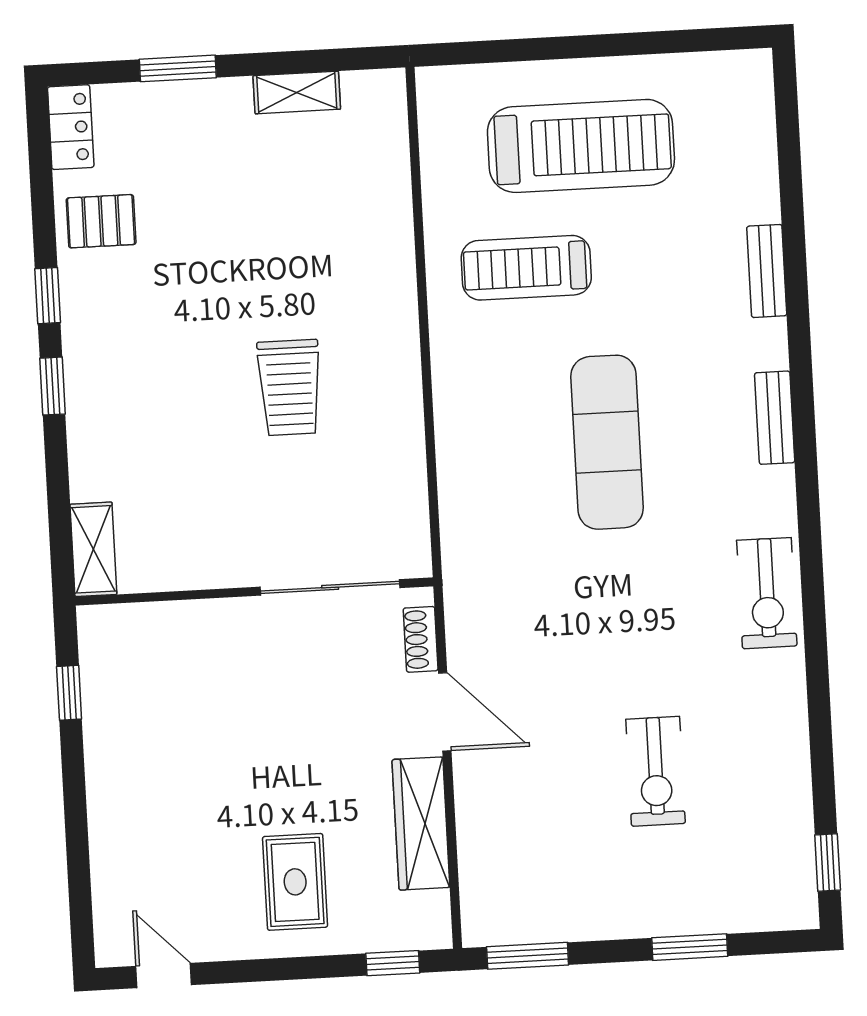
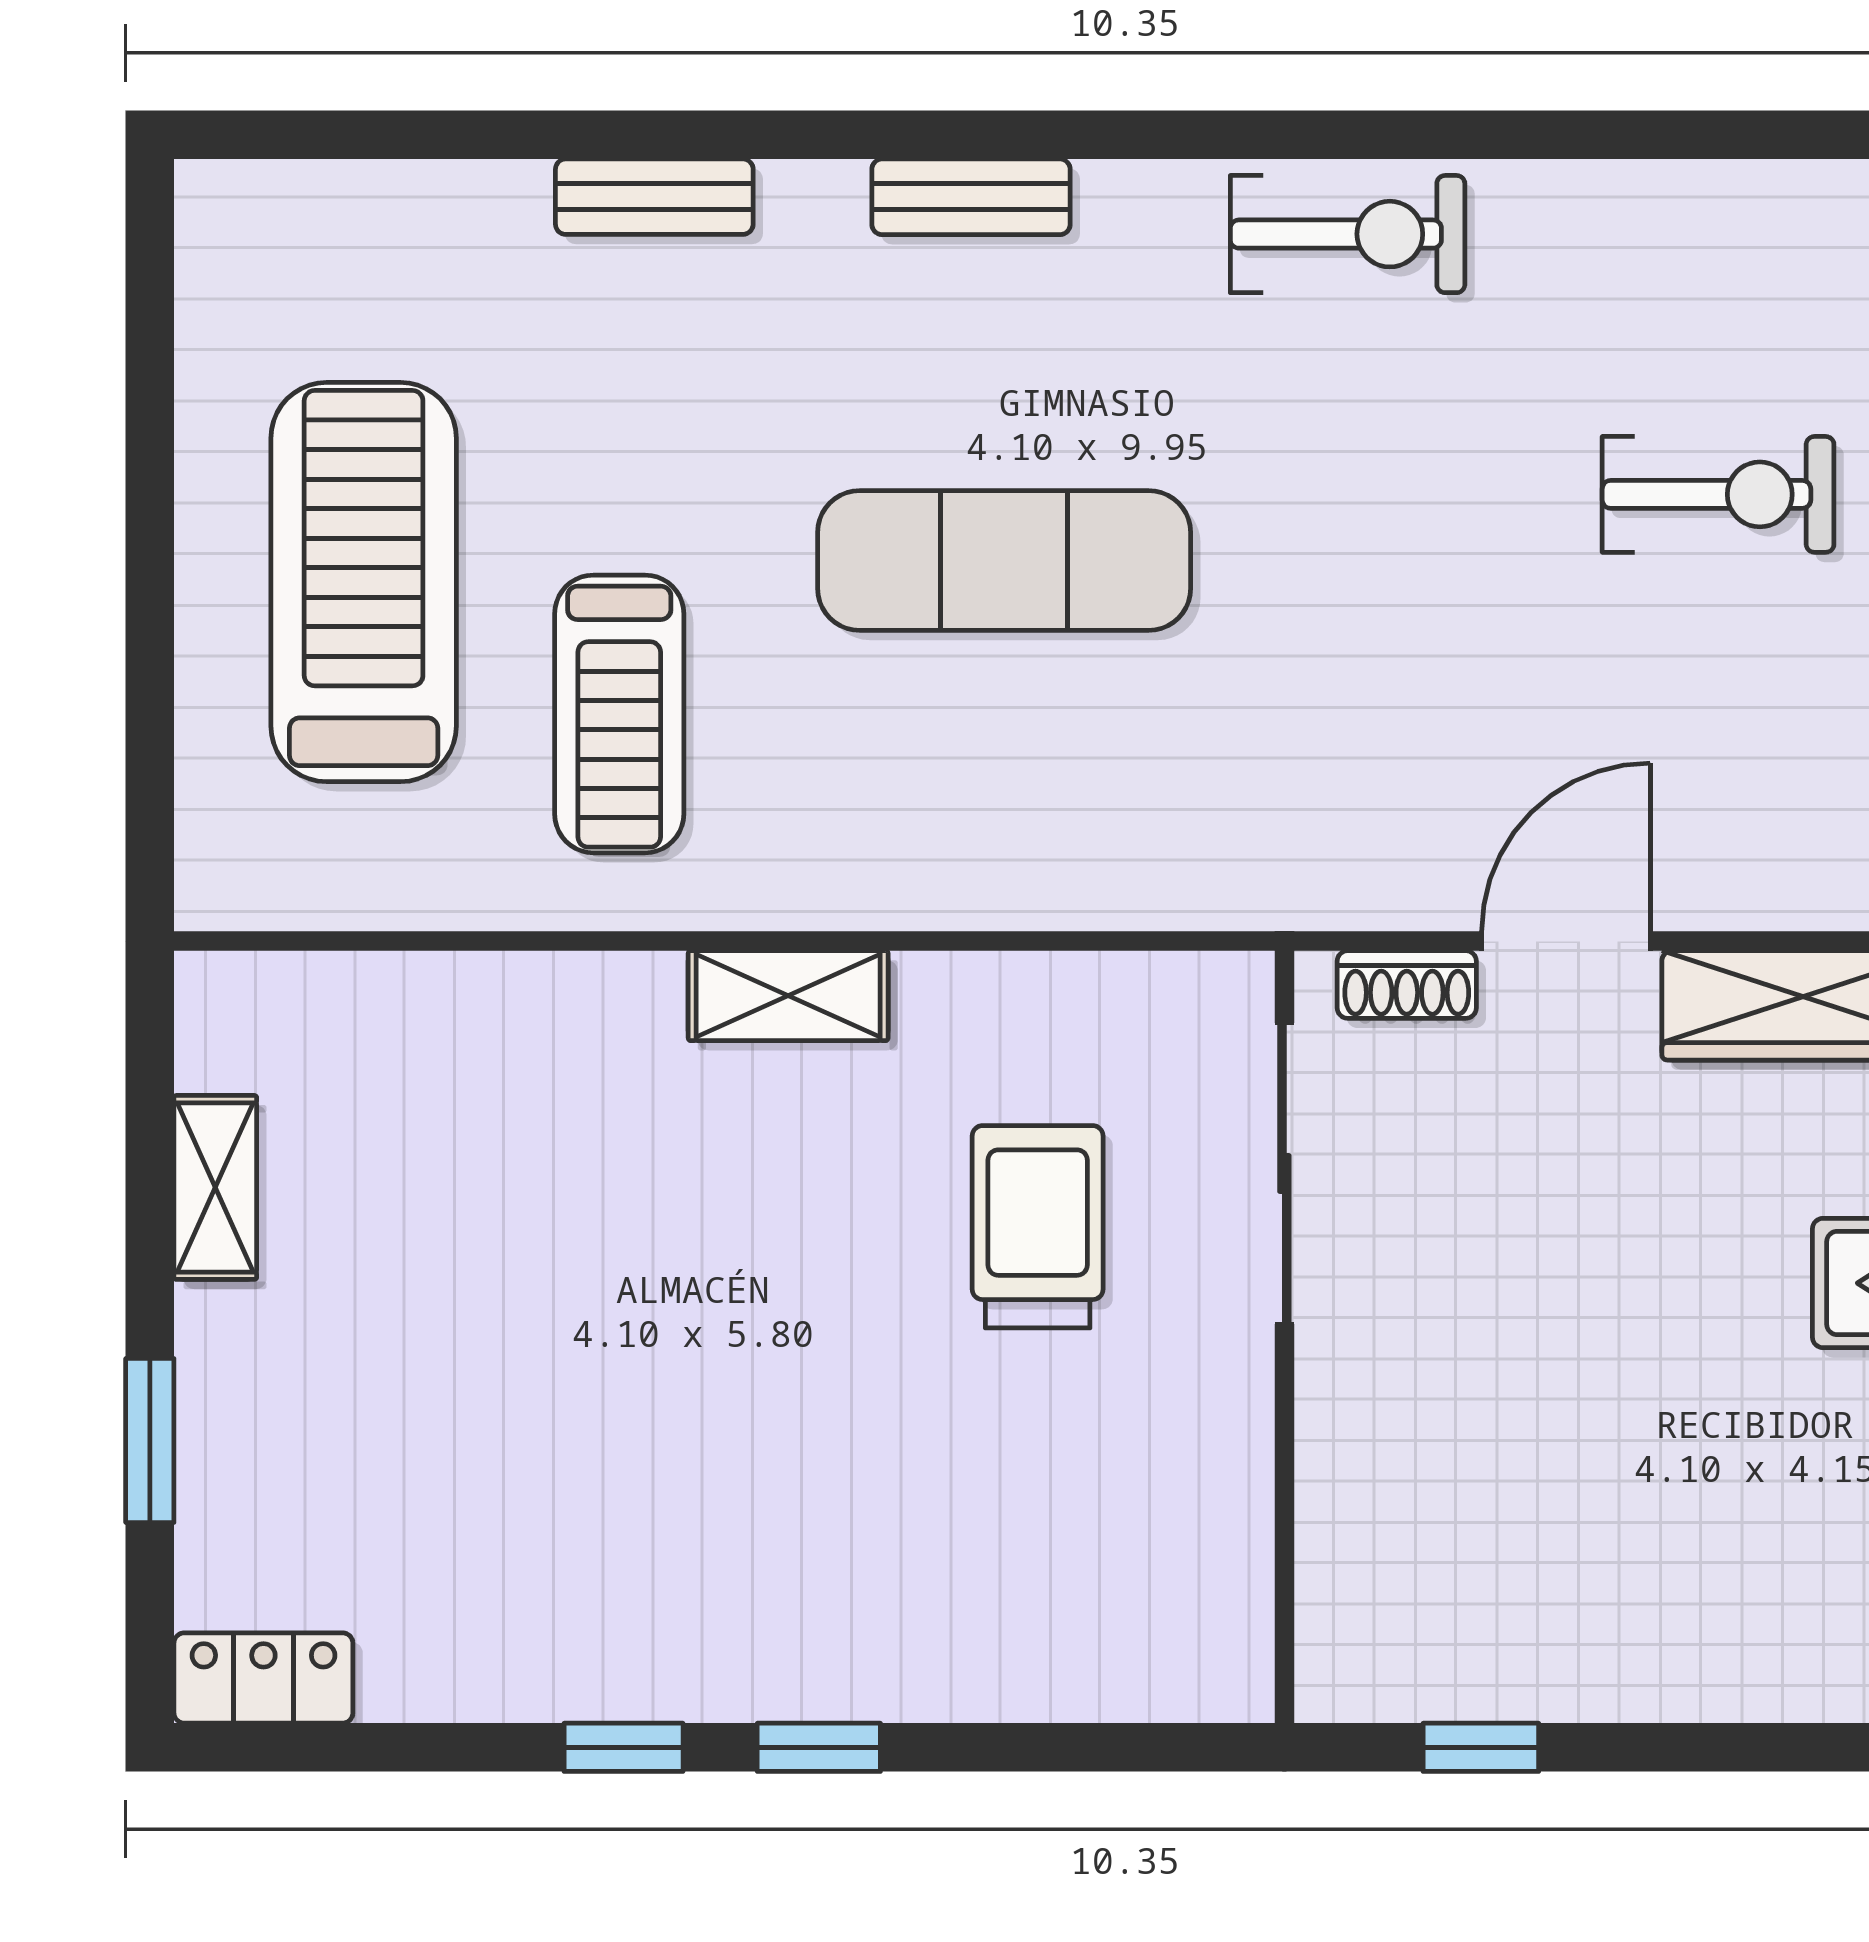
pallet: (101, 221) -> (470, 1624), removed
trolley: (290, 387) -> (1038, 1227), moved, turned -90
shelving: (93, 549) -> (788, 996), moved

